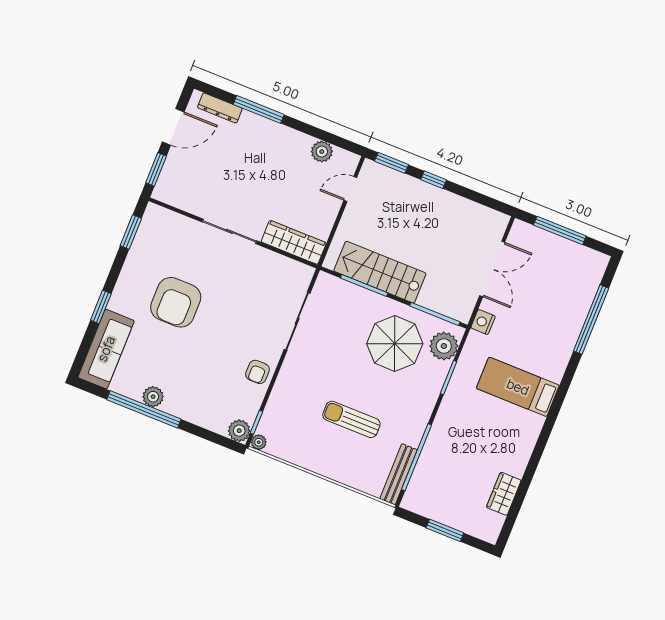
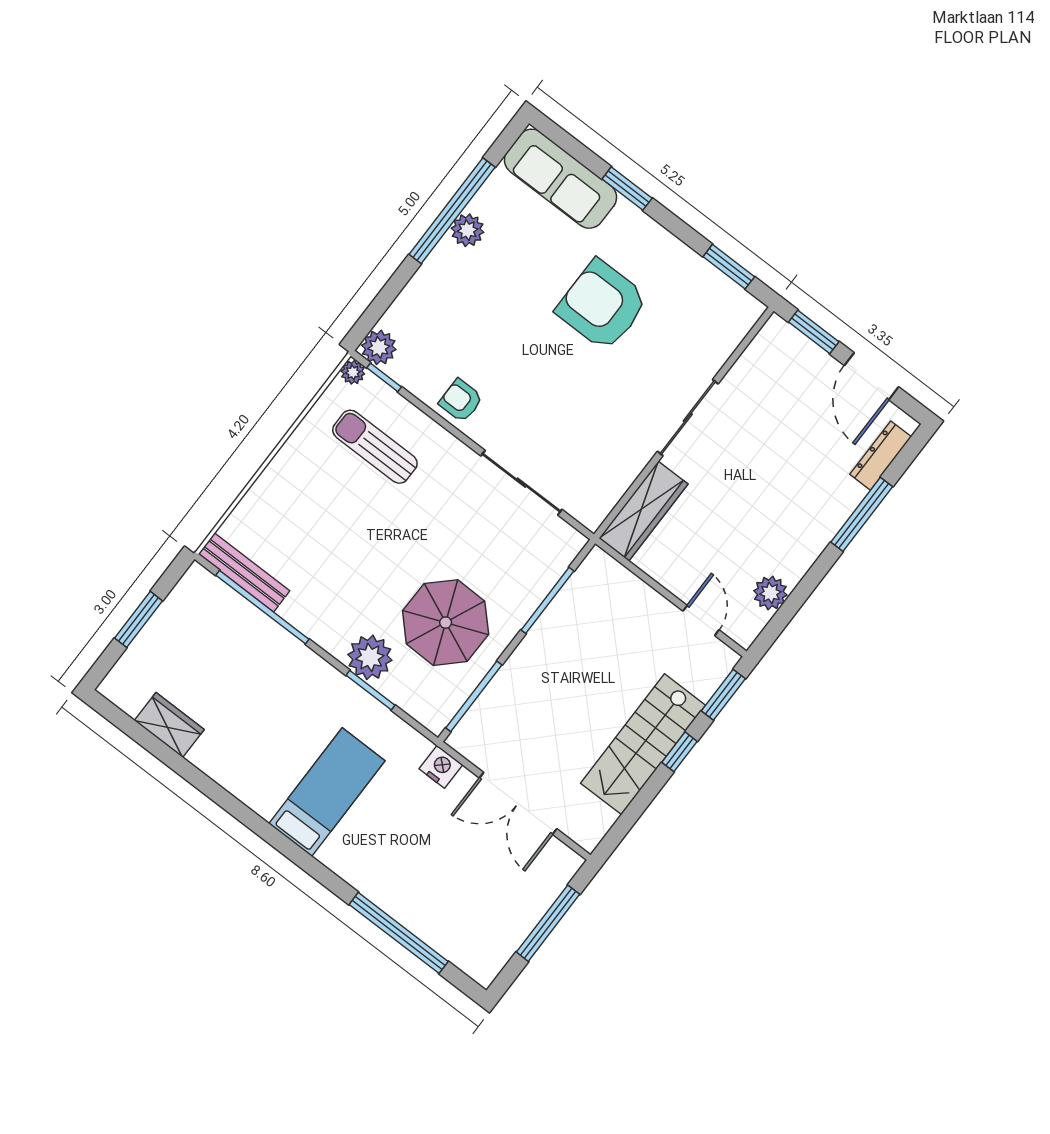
stairs: (380, 272) -> (643, 744), moved, turned 180
plant: (444, 346) -> (370, 657), moved
sun lounger: (351, 419) -> (375, 447), moved, turned -90

